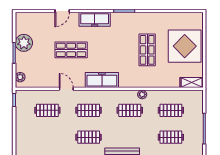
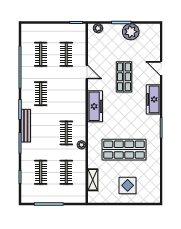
display table: (185, 46) -> (128, 185), width x0.54, depth x0.54
shop shelf: (147, 50) -> (124, 150), width x1.43, depth x1.36
shelving: (192, 83) -> (93, 180), moved
door: (66, 89) -> (87, 72), hinge flipped
clothes rail: (89, 110) -> (41, 54), moved

